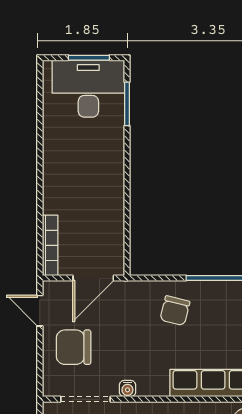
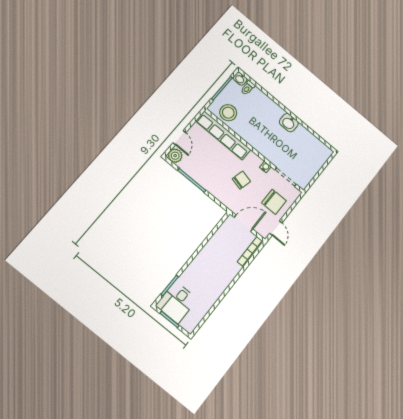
desk: (88, 89) -> (177, 302), width x0.73
chair: (175, 311) -> (241, 180), moved

